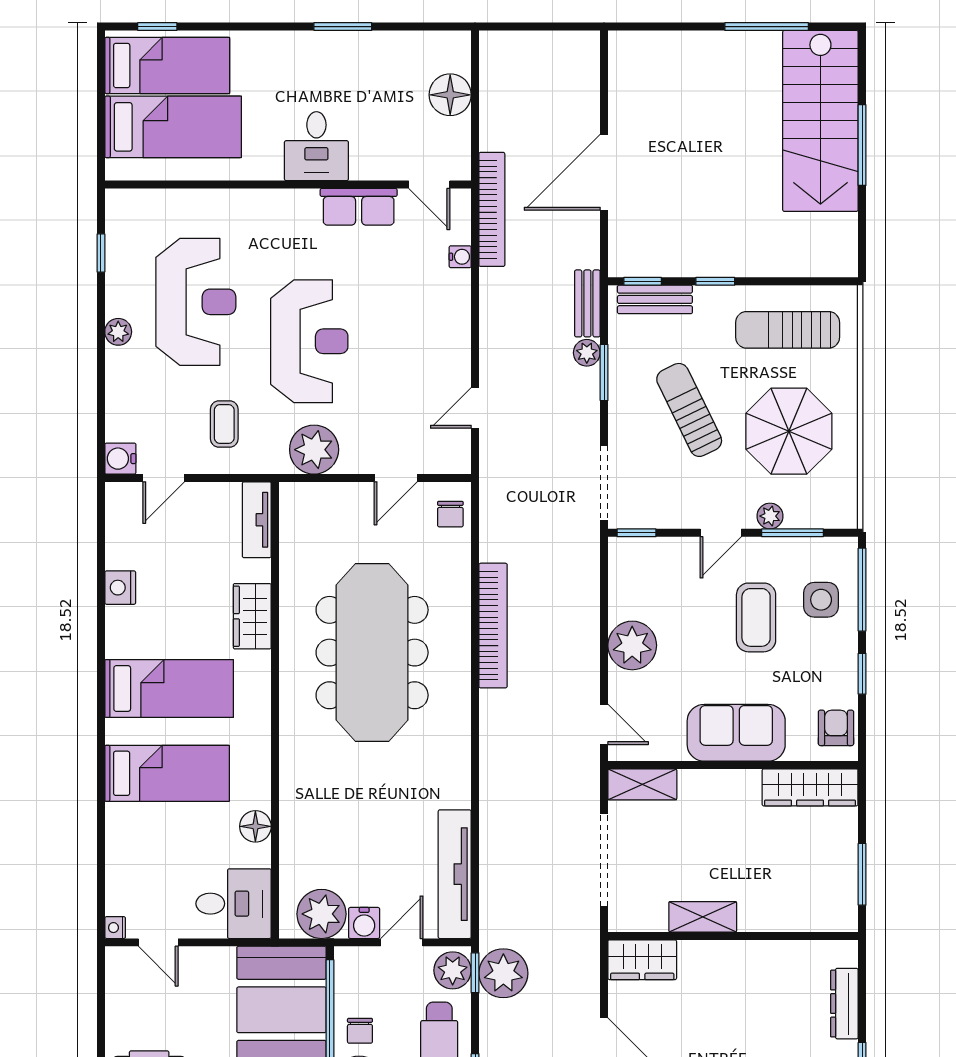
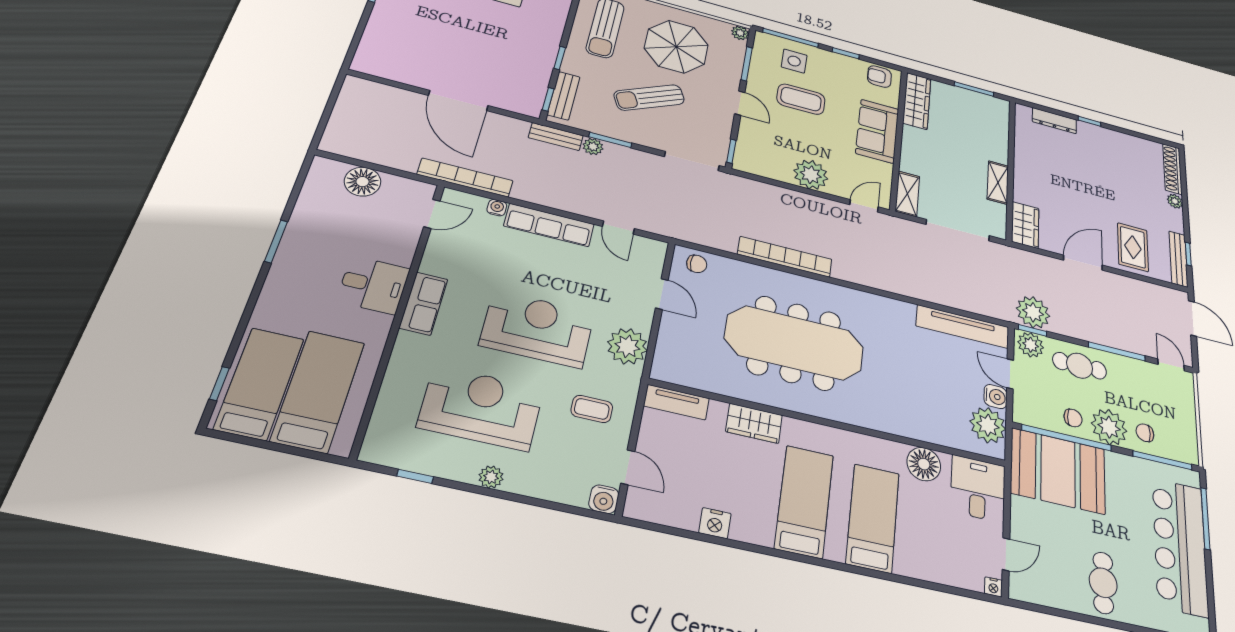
row of seats: (359, 207) -> (424, 303), moved
row of seats: (454, 324) -> (549, 225), added
plant: (770, 516) -> (740, 33), moved
floor lamp: (255, 826) -> (924, 464), width x1.38, depth x1.38

